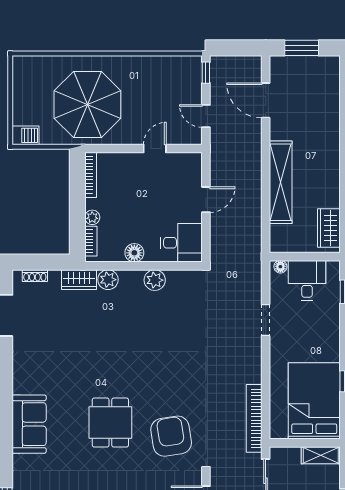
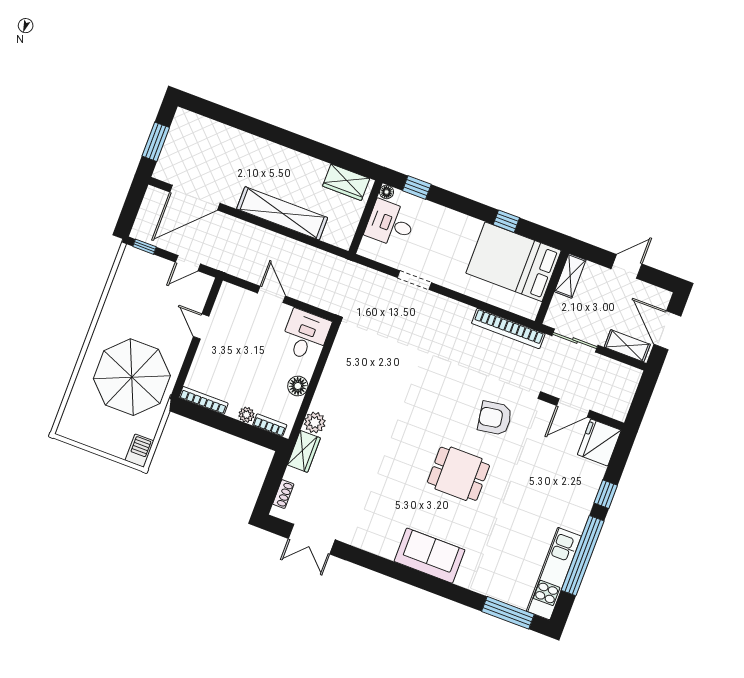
door: (266, 100) -> (195, 198), width x1.36
floor lamp: (280, 267) -> (387, 192), moved
plant: (155, 280) -> (333, 376), removed
armchair: (171, 436) -> (495, 418), width x0.73, depth x0.73

